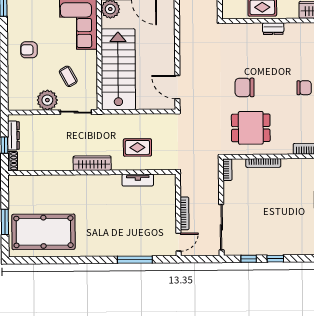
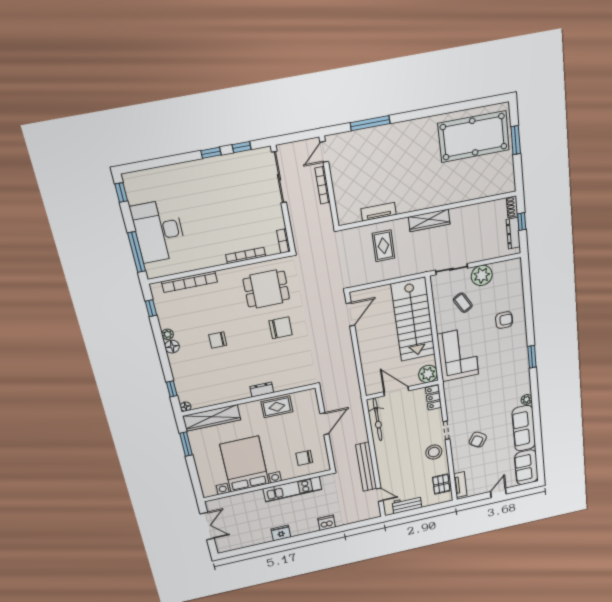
door: (177, 87) -> (350, 314), hinge flipped
rug: (137, 147) -> (383, 246), turned 90

